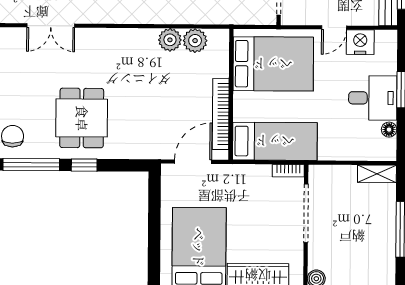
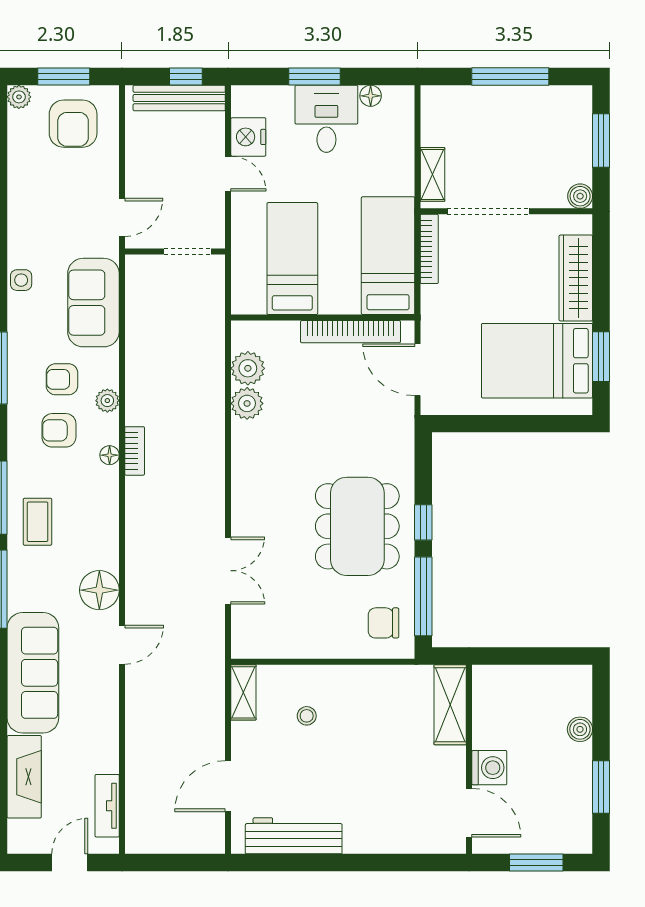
bed: (273, 64) -> (292, 259), width x0.67
dining table: (82, 118) -> (357, 526), width x1.38
bookcase: (288, 171) -> (429, 249), width x1.56
shelving: (377, 174) -> (433, 174), moved

